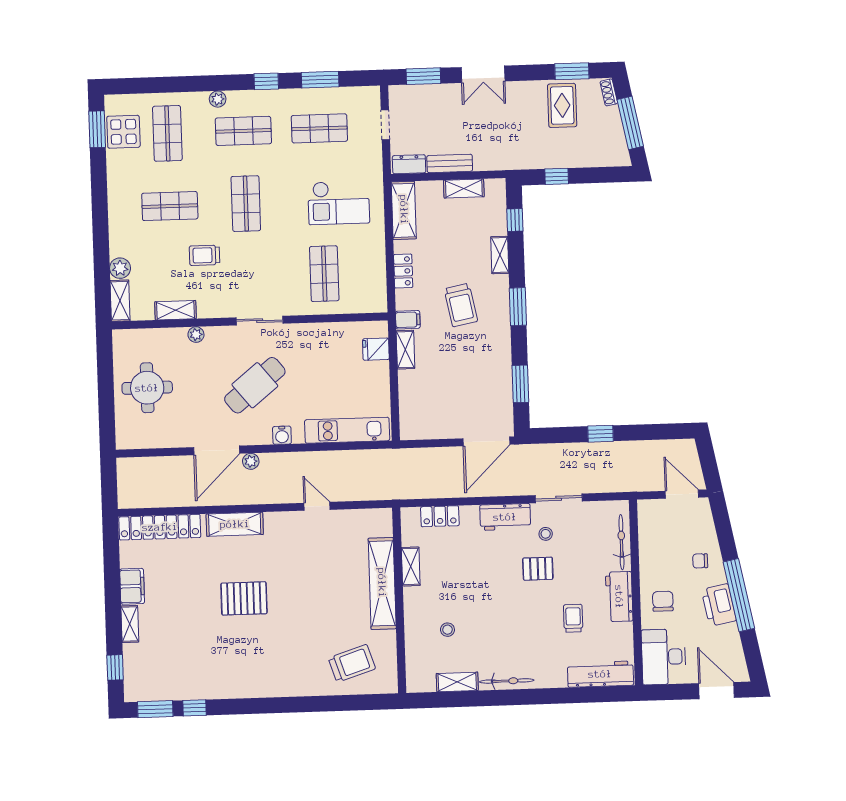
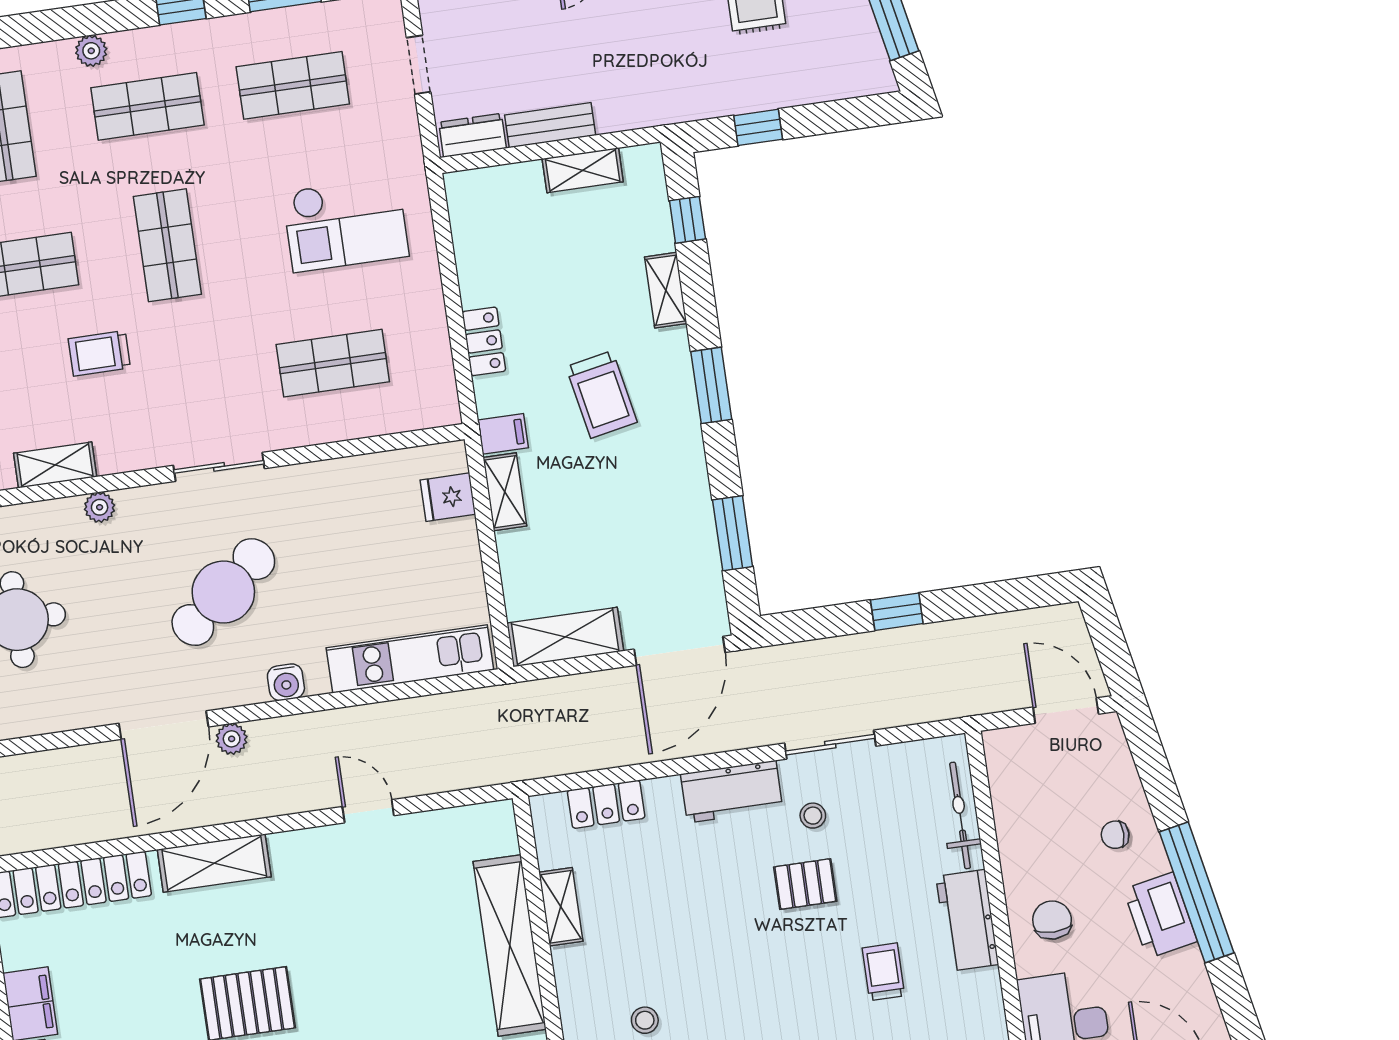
shelving: (404, 210) -> (565, 637), moved, turned 90
shop shelf: (324, 274) -> (333, 363), turned 90

